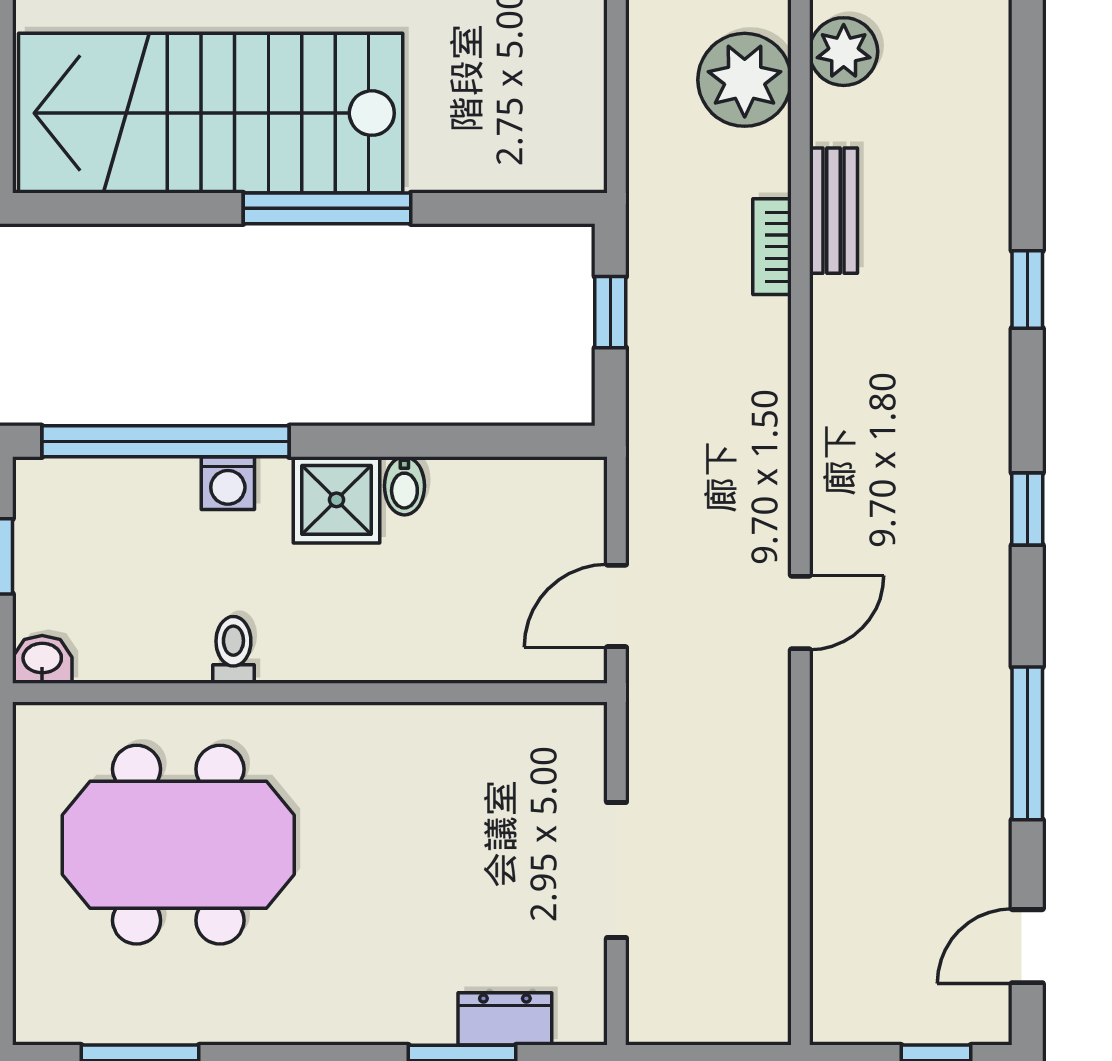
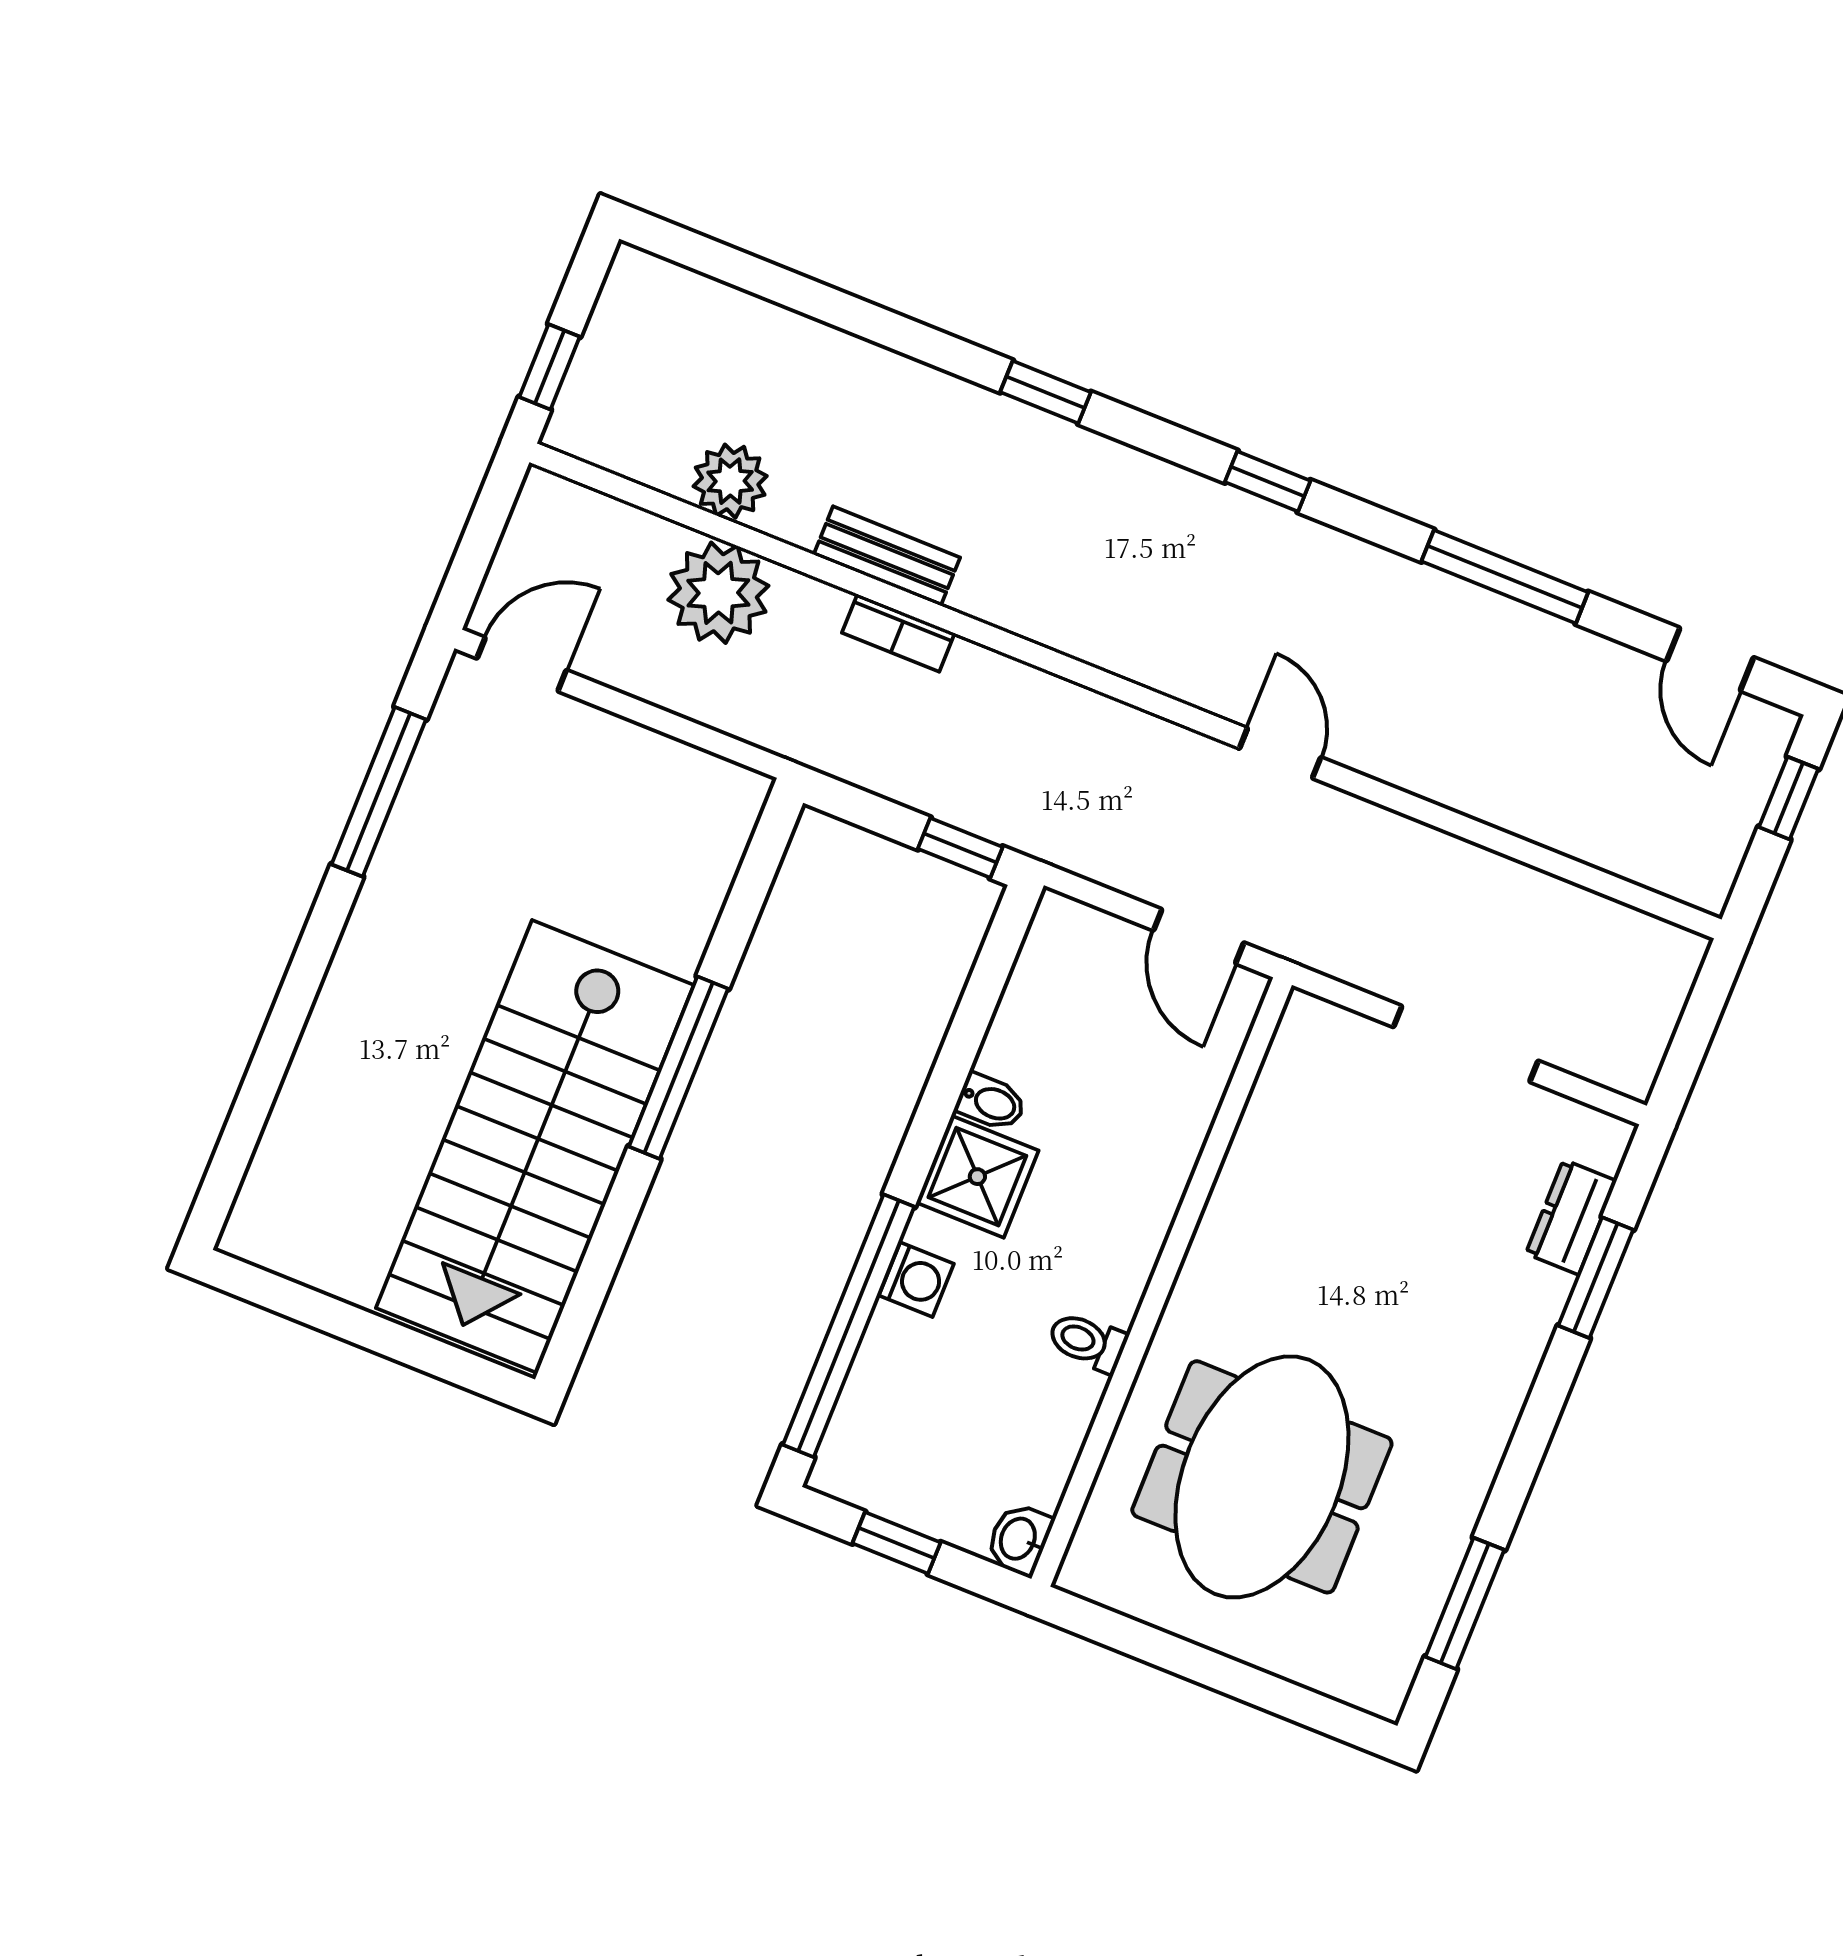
window: (610, 312) -> (960, 848), moved

